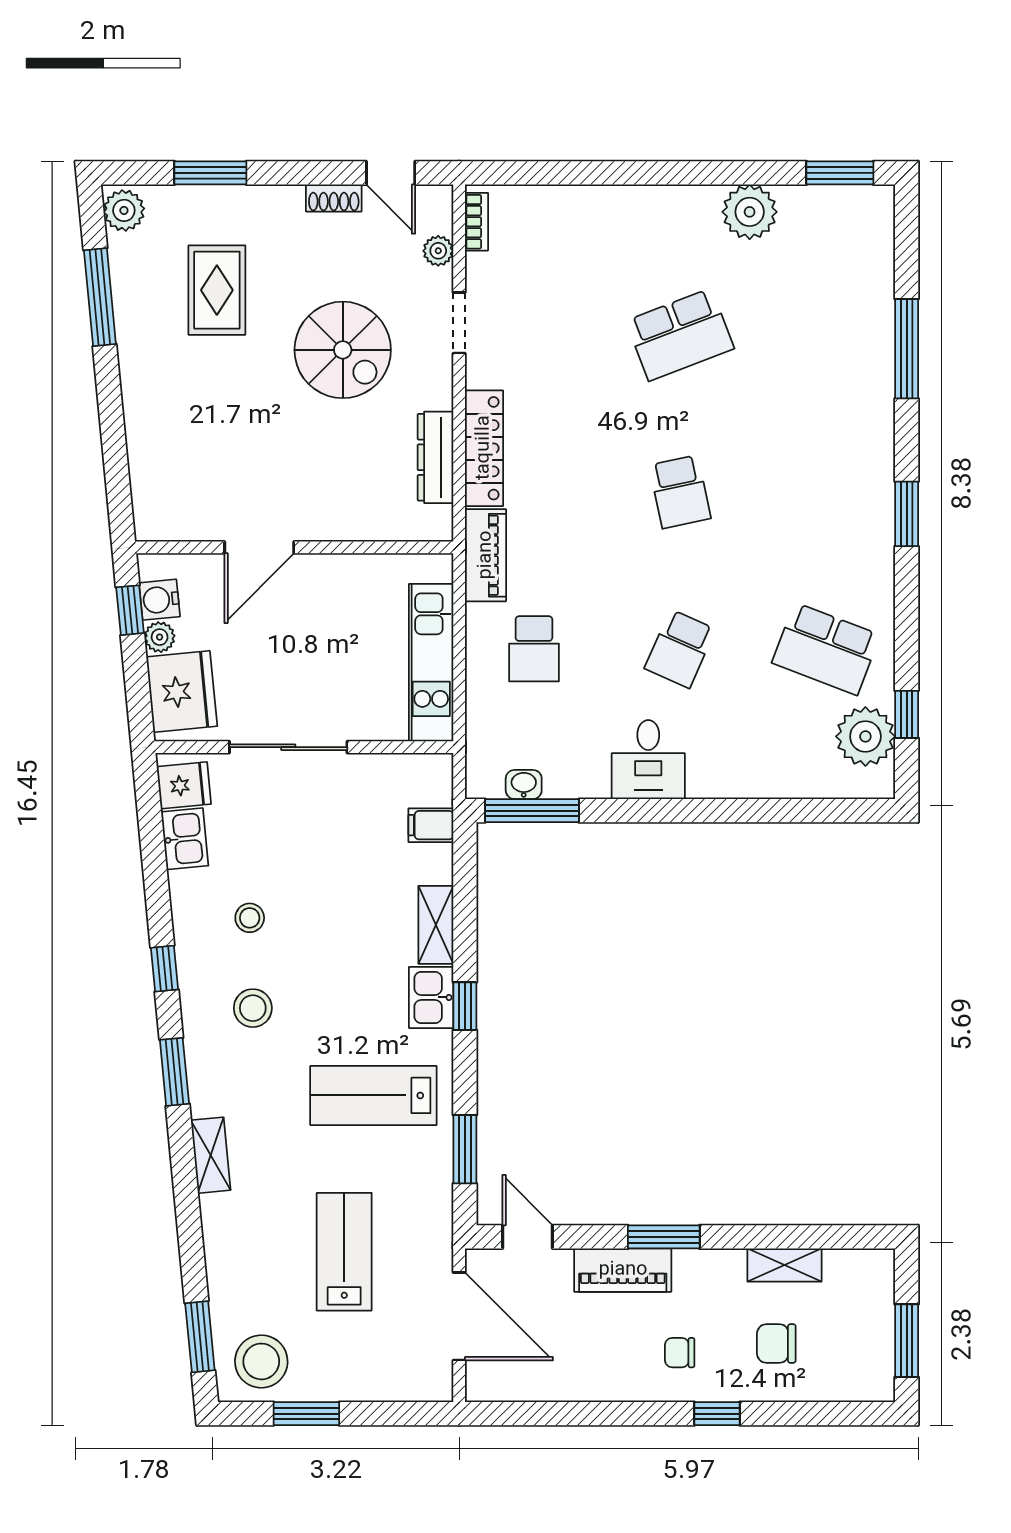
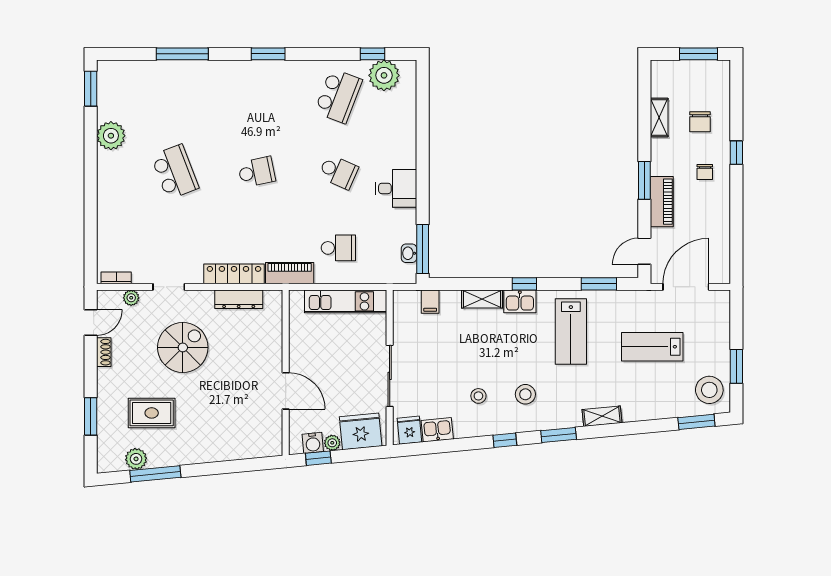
plant: (124, 210) -> (136, 459), moved

